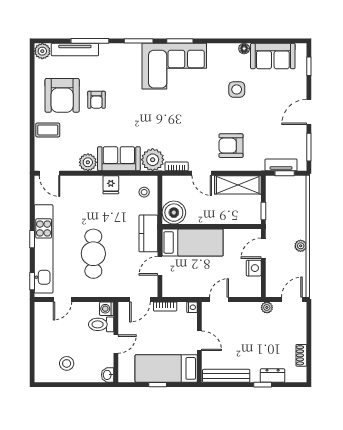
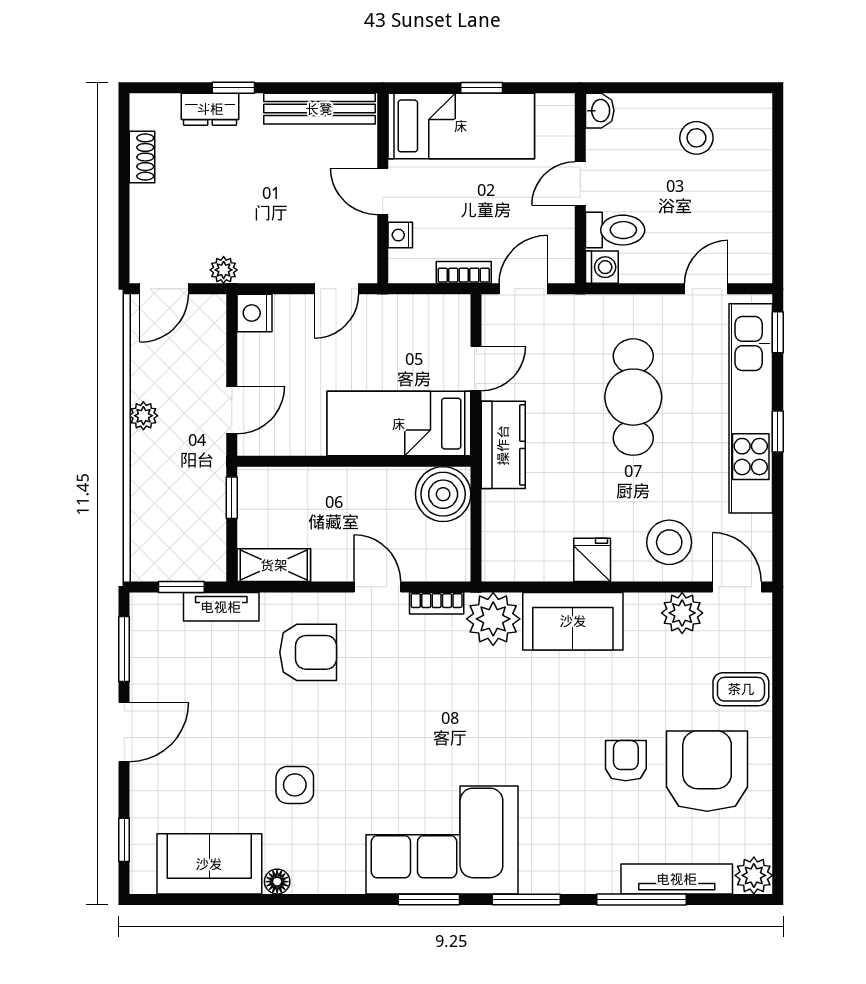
plant: (88, 162) -> (682, 613), moved
tv unit: (281, 165) -> (221, 607), moved
shelving: (238, 185) -> (274, 565), width x0.67, depth x0.75
stool: (144, 192) -> (669, 542), moved, width x1.89, depth x1.89
nightstand: (254, 268) -> (254, 313), moved
nightstand: (192, 307) -> (400, 235), moved

